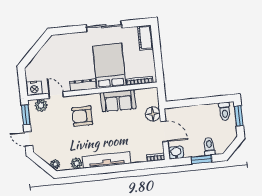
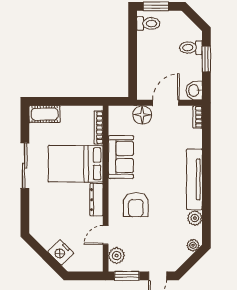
nightstand: (34, 88) -> (61, 252), moved, turned 135

